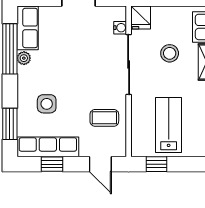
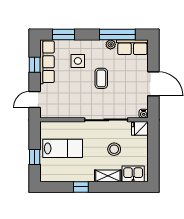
water cooler: (120, 28) -> (144, 114), moved
coffee table: (104, 118) -> (101, 78), moved
window: (156, 164) -> (35, 157), moved

